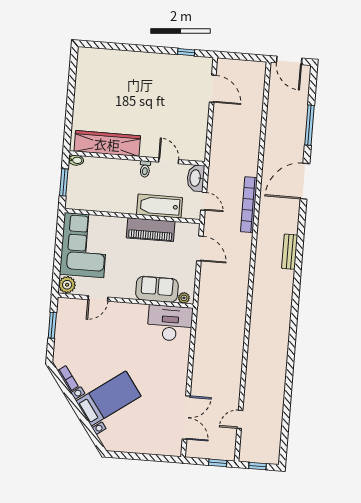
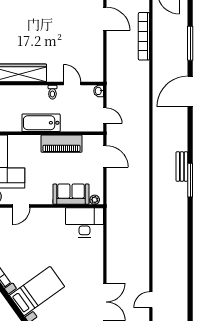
washbasin: (196, 178) -> (99, 91), width x0.52, depth x0.69
bookcase: (249, 205) -> (144, 36), moved
bathtub: (159, 206) -> (41, 123), moved
bench: (290, 252) -> (182, 166), moved
window: (297, 284) -> (190, 180), added

